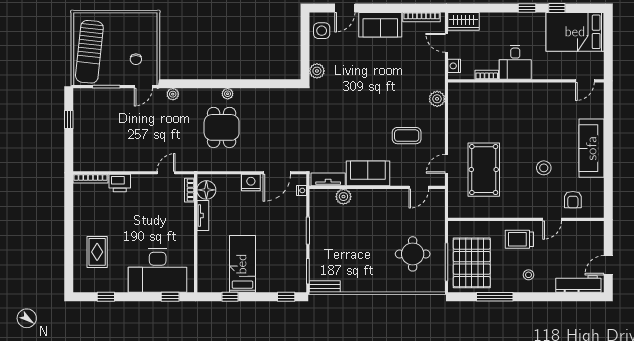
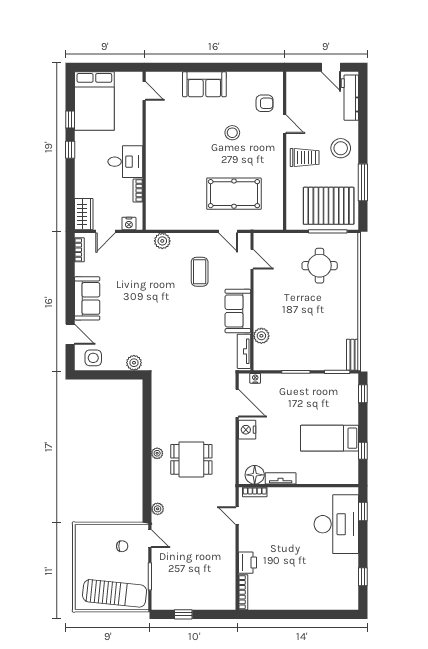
bookcase: (422, 17) -> (79, 250), width x0.64
sofa: (592, 148) -> (204, 84), width x0.73
trolley: (519, 239) -> (305, 157), turned -90
rug: (97, 252) -> (317, 586), removed
stool: (528, 275) -> (341, 148), width x1.89, depth x1.89

